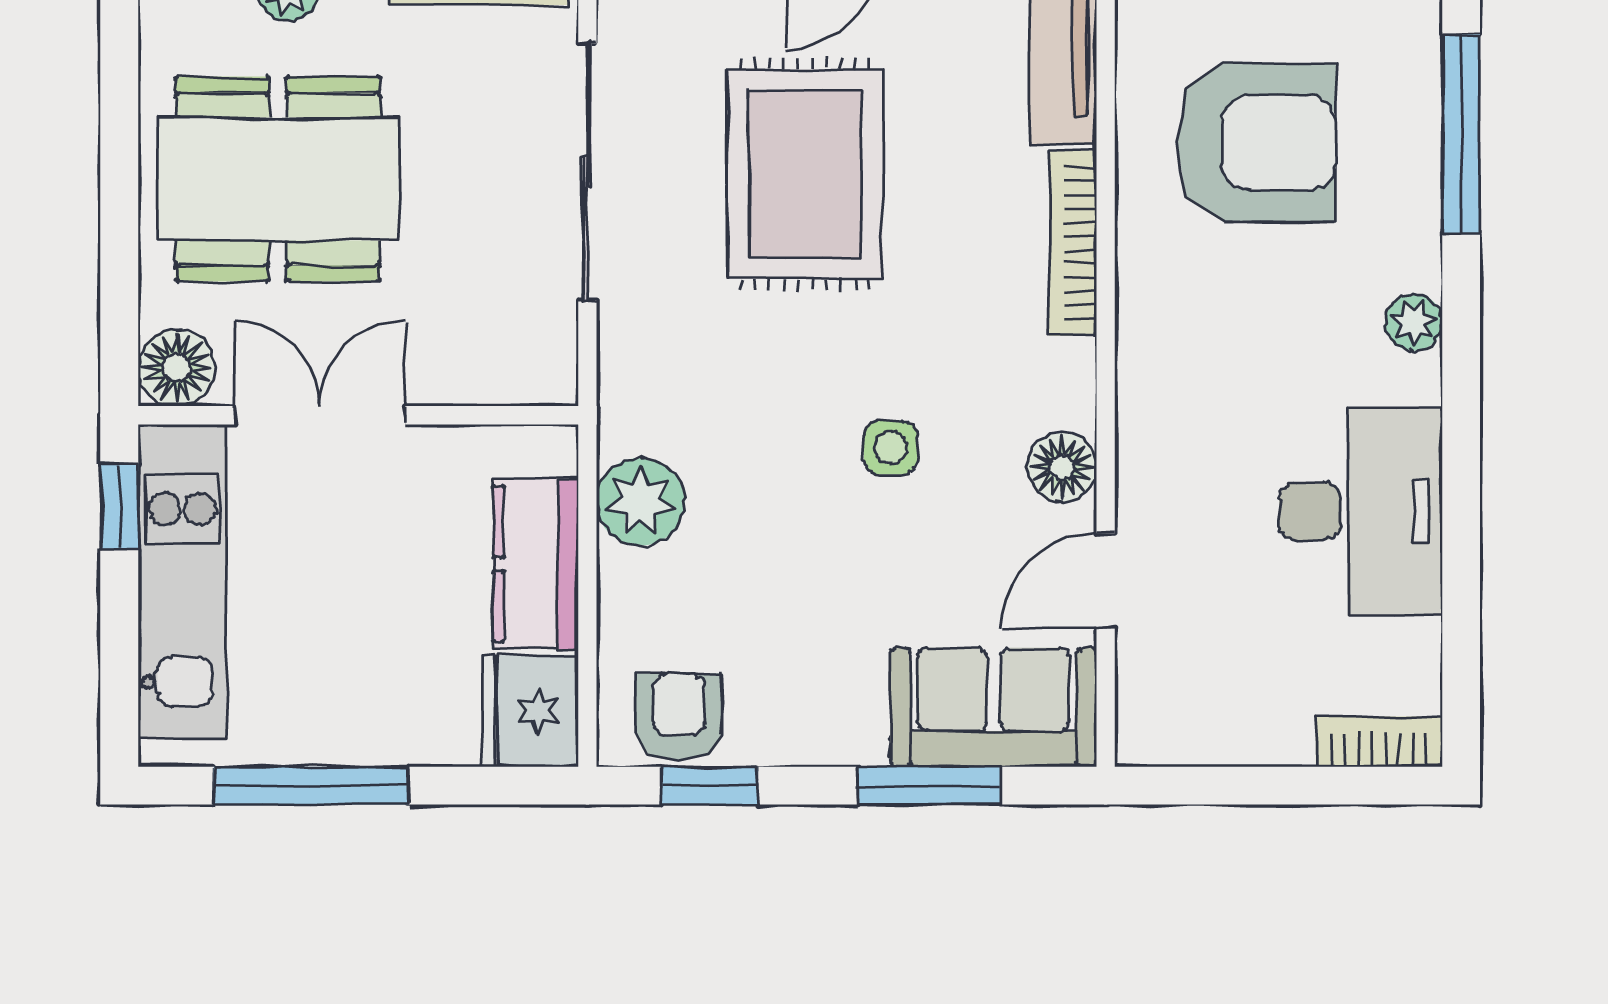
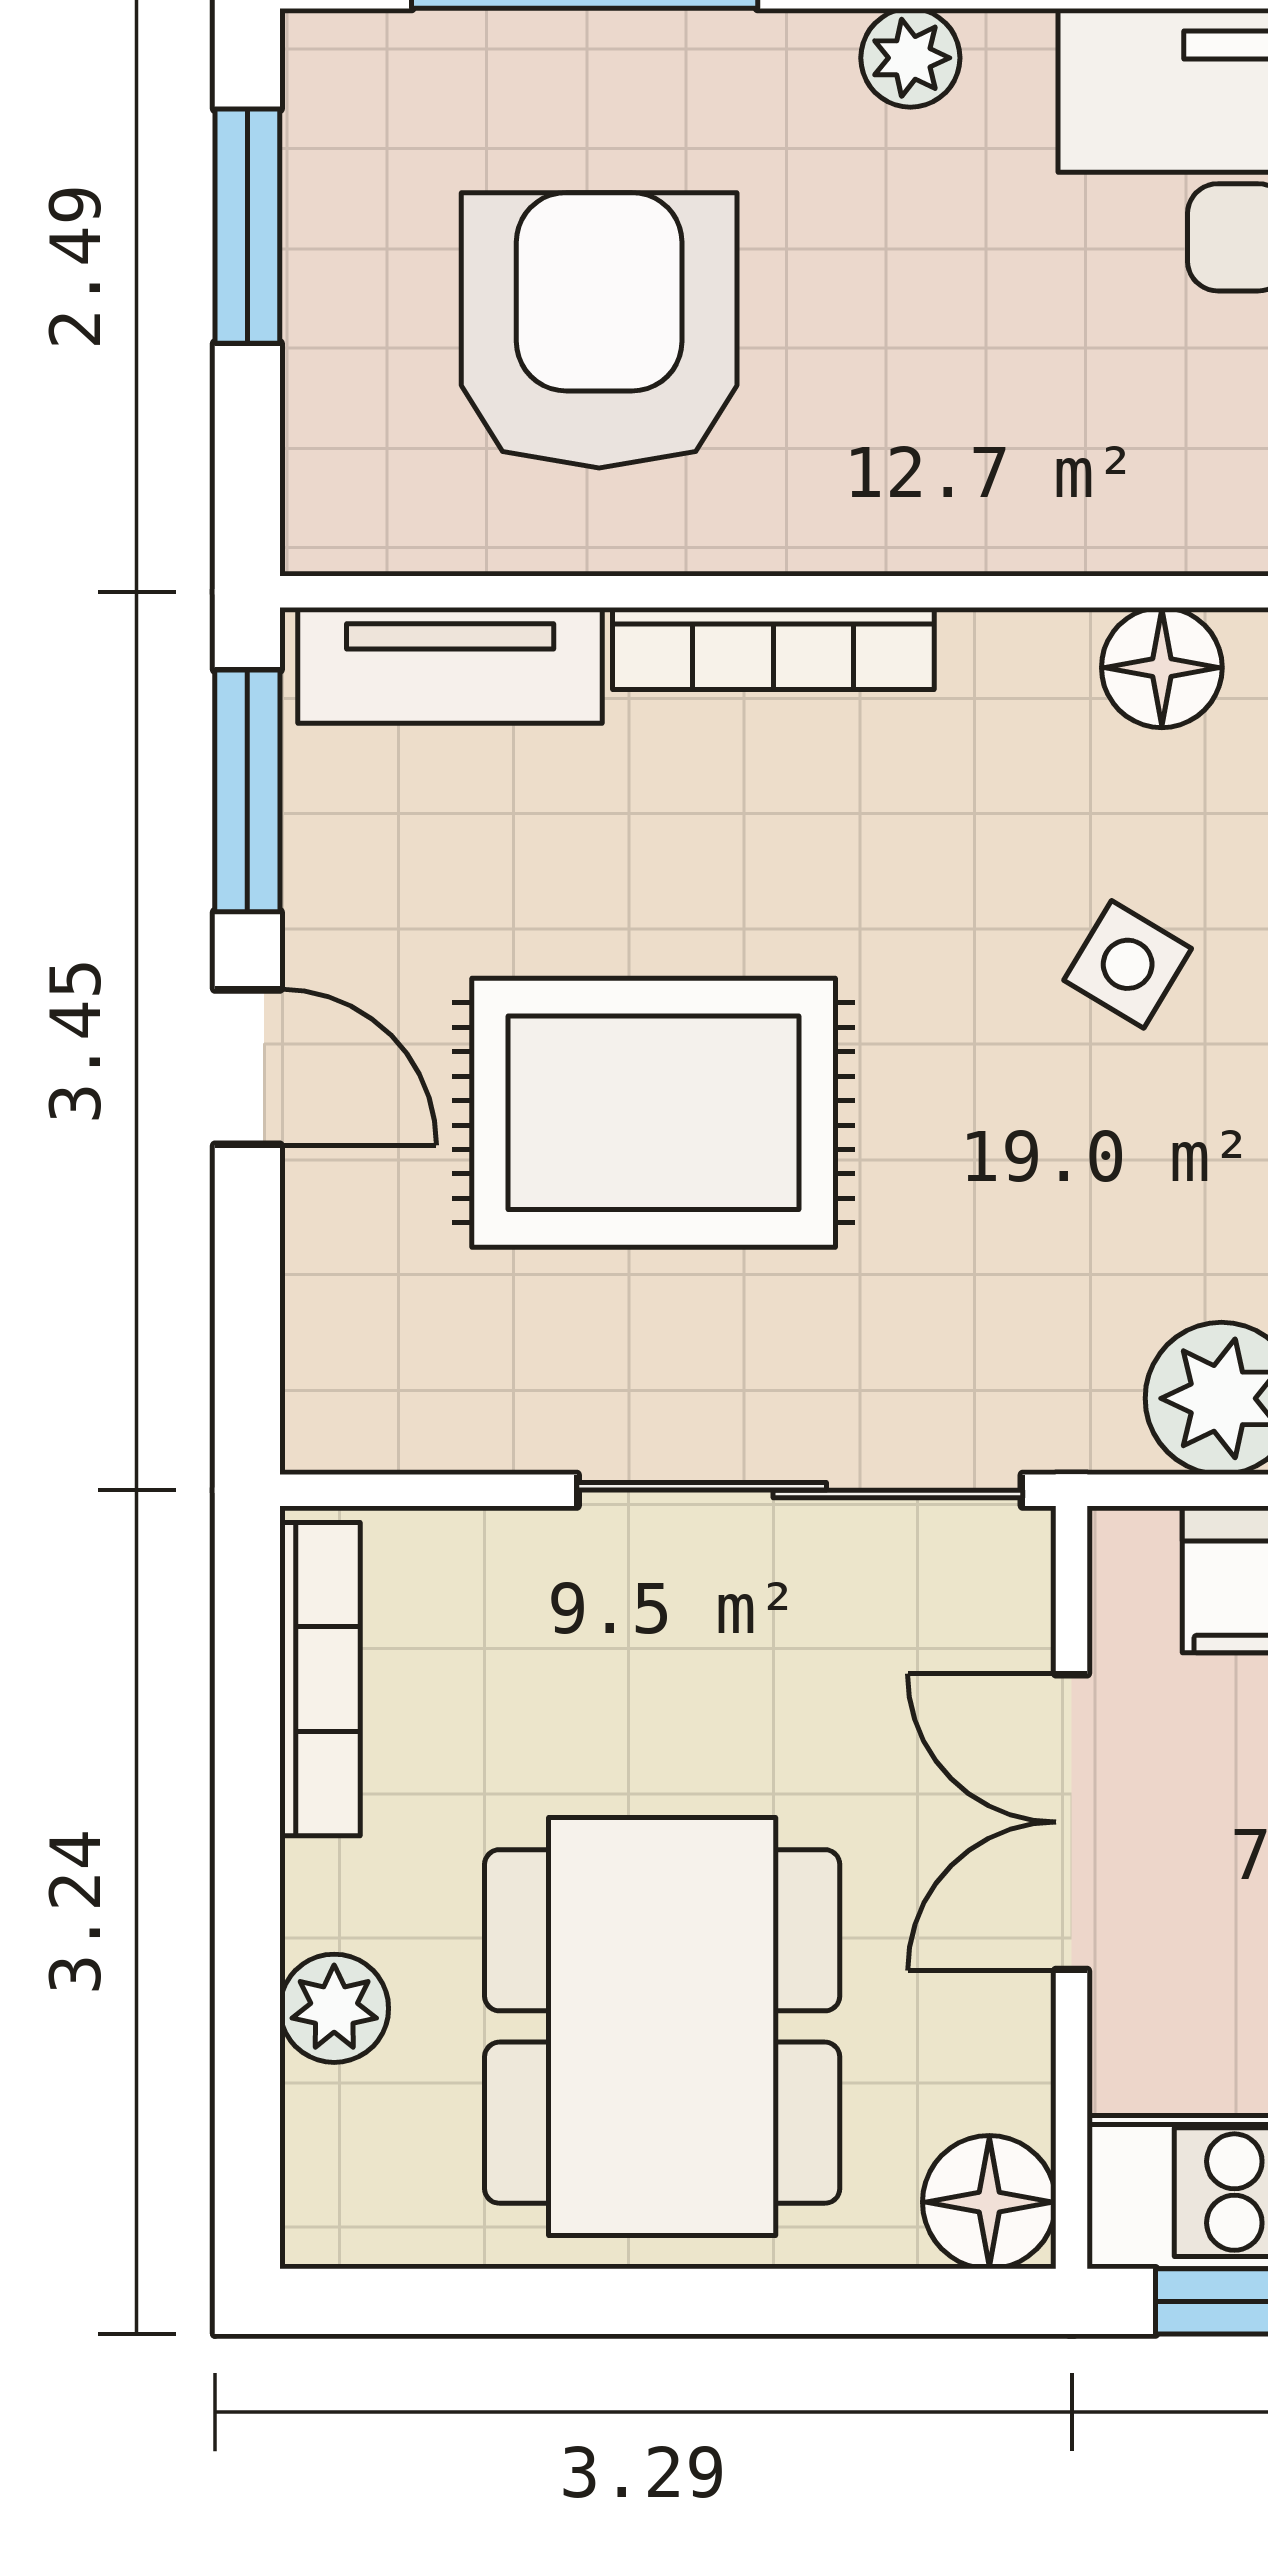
sliding door: (587, 172) -> (800, 1490), moved
double door: (320, 415) -> (1072, 1822), moved
side table: (891, 448) -> (1128, 964), turned 31

